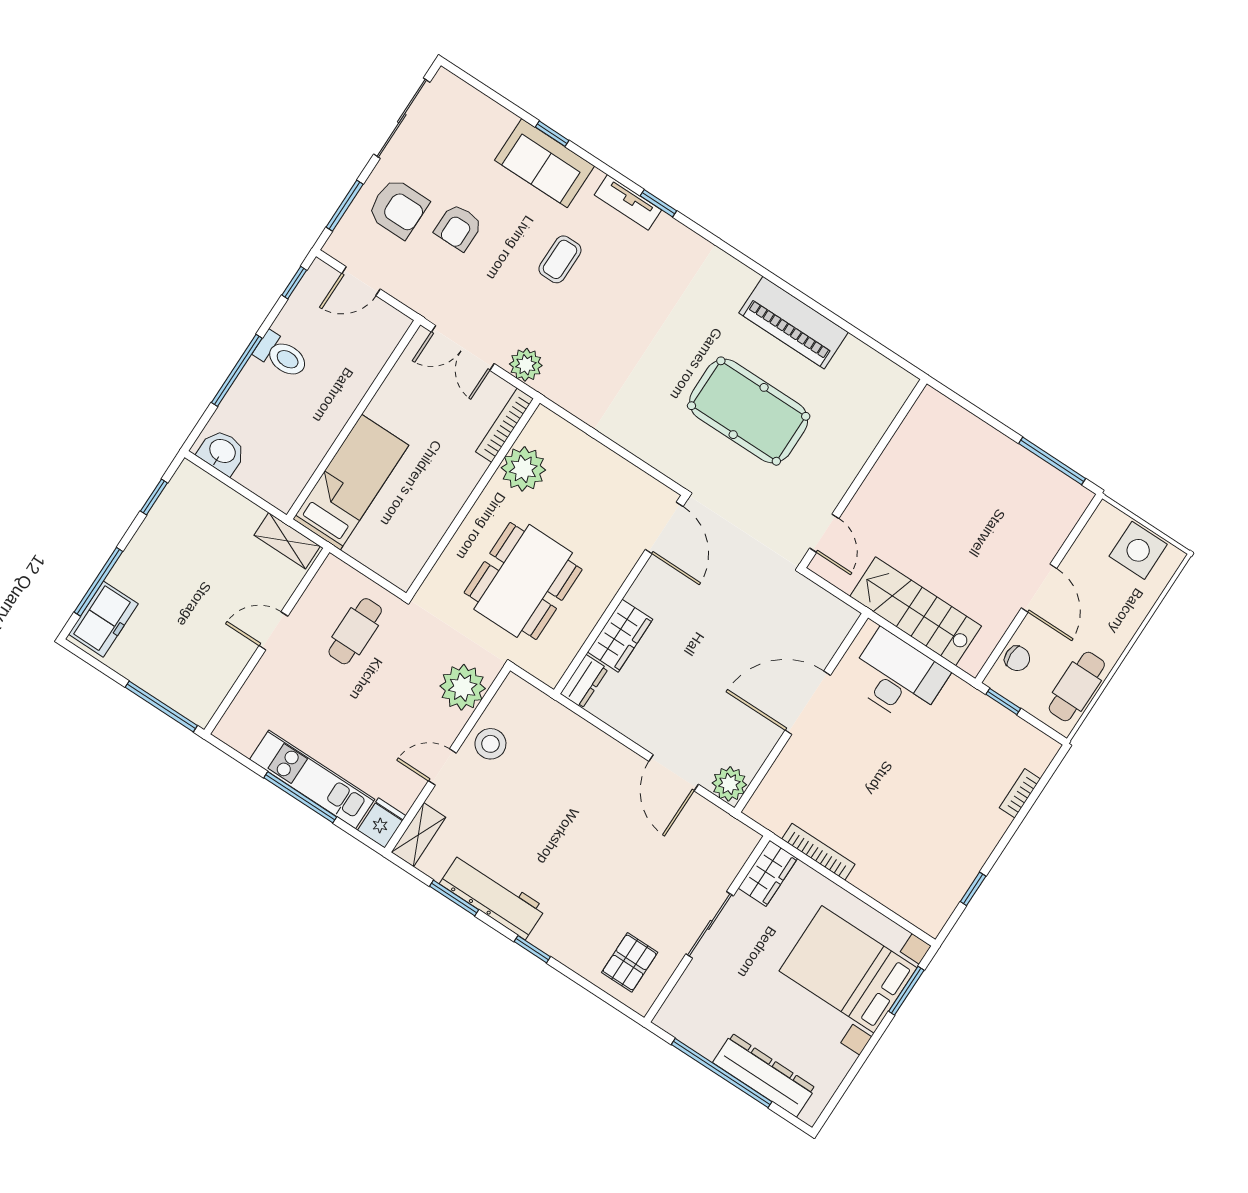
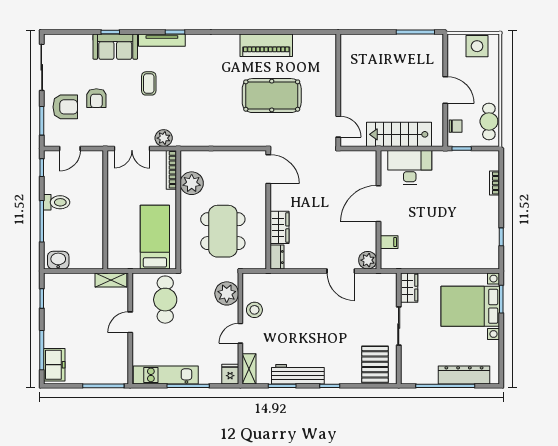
tv unit: (628, 202) -> (162, 40), width x1.41
bed: (351, 482) -> (155, 237), moved
cafe table: (355, 631) -> (165, 300), width x1.37, depth x1.35
filing cabinet: (784, 777) -> (389, 242), added
kitchen unit: (312, 779) -> (166, 375), moved
bookcase: (818, 852) -> (425, 264), removed
pallet: (630, 962) -> (375, 364), width x1.50, depth x1.42

